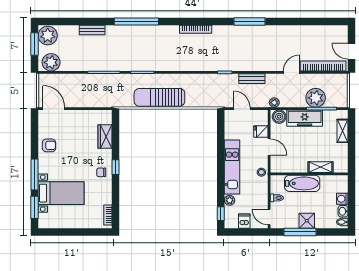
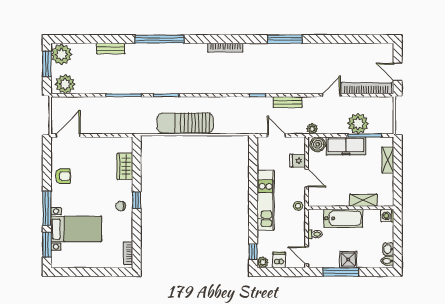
door: (54, 109) -> (68, 135), hinge flipped
washing machine: (342, 199) -> (387, 216), moved
plant: (230, 200) -> (263, 262), moved

